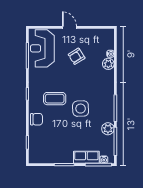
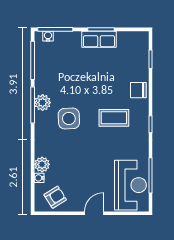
door: (69, 27) -> (94, 213), swing flipped
armchair: (77, 56) -> (55, 197), moved
side table: (81, 109) -> (69, 119), moved
plant: (108, 129) -> (43, 103), moved
row of seats: (86, 157) -> (99, 39), moved

